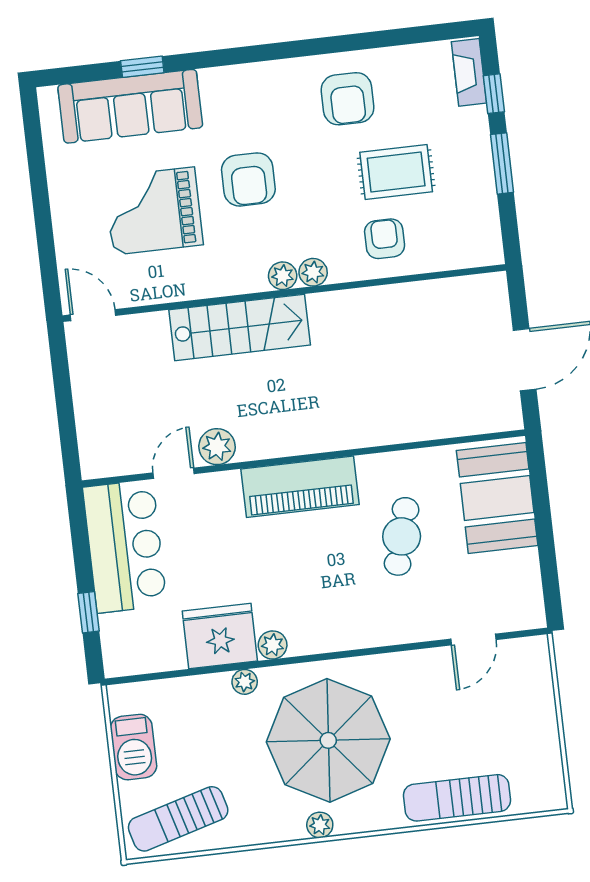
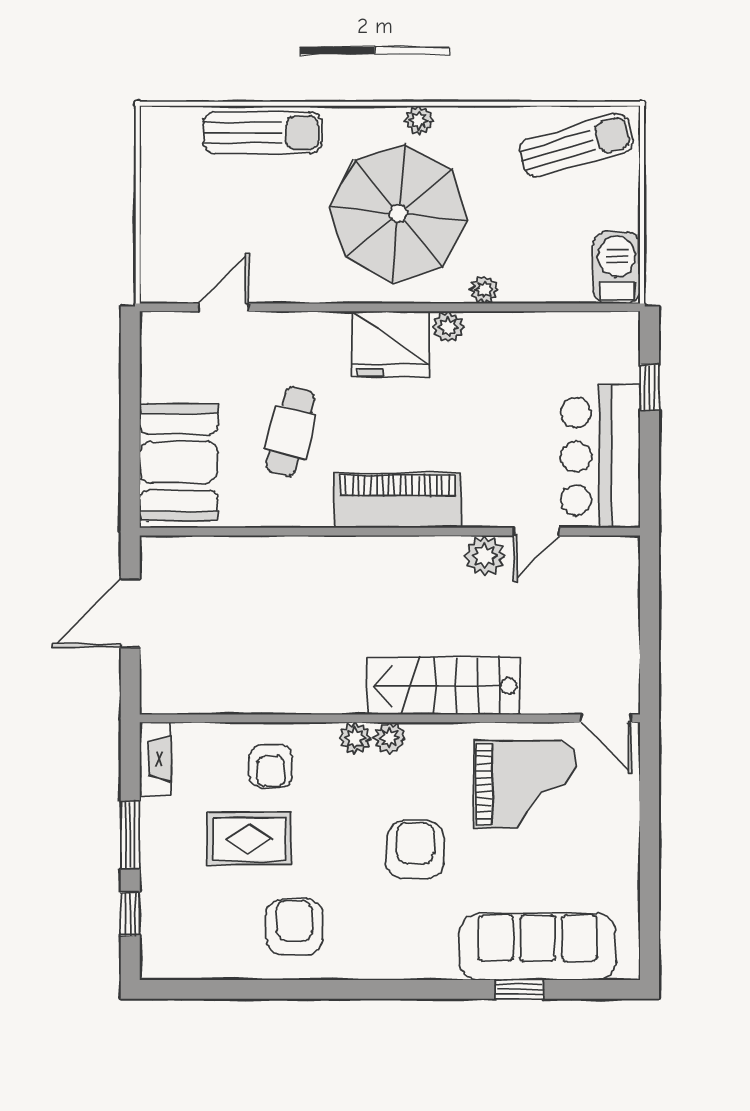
fireplace: (469, 72) -> (155, 759), moved
grand piano: (154, 211) -> (525, 785), moved
fridge: (220, 636) -> (391, 344), moved
barbecue: (133, 747) -> (617, 268), moved

